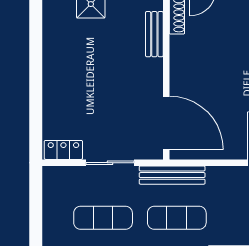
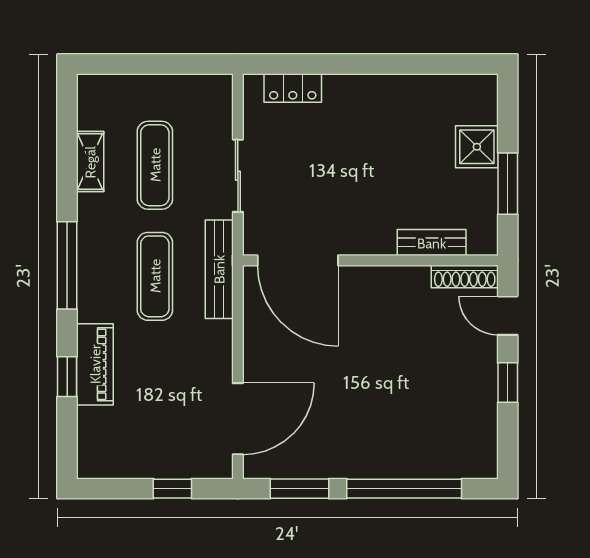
door: (166, 123) -> (298, 260), hinge flipped
locker: (63, 150) -> (293, 88), moved, turned 90

